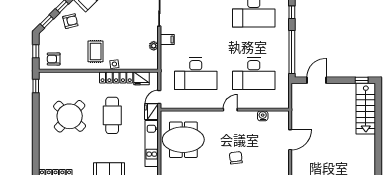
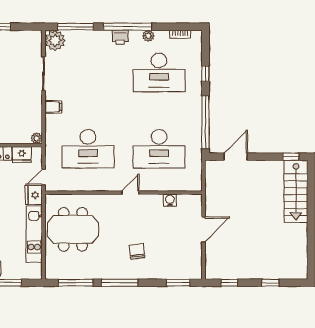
plant: (154, 46) -> (37, 138), moved

